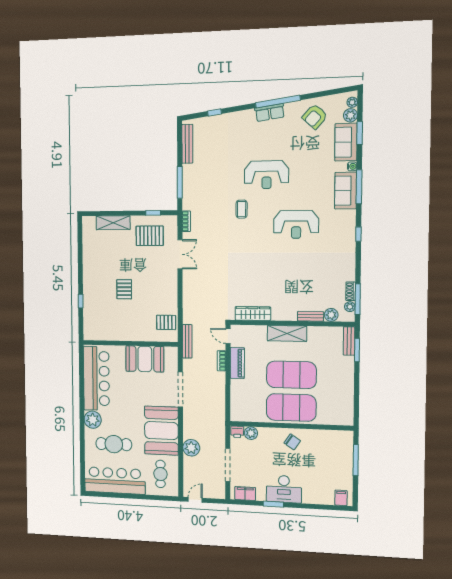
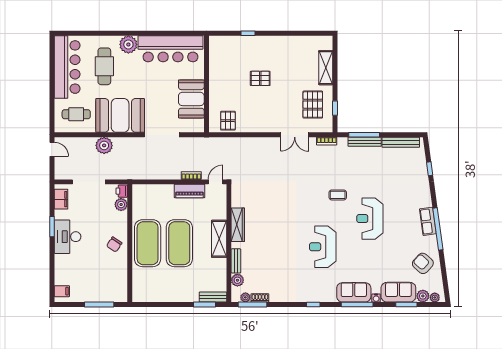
wardrobe: (253, 313) -> (238, 225), moved
bench: (187, 341) -> (365, 142), moved

